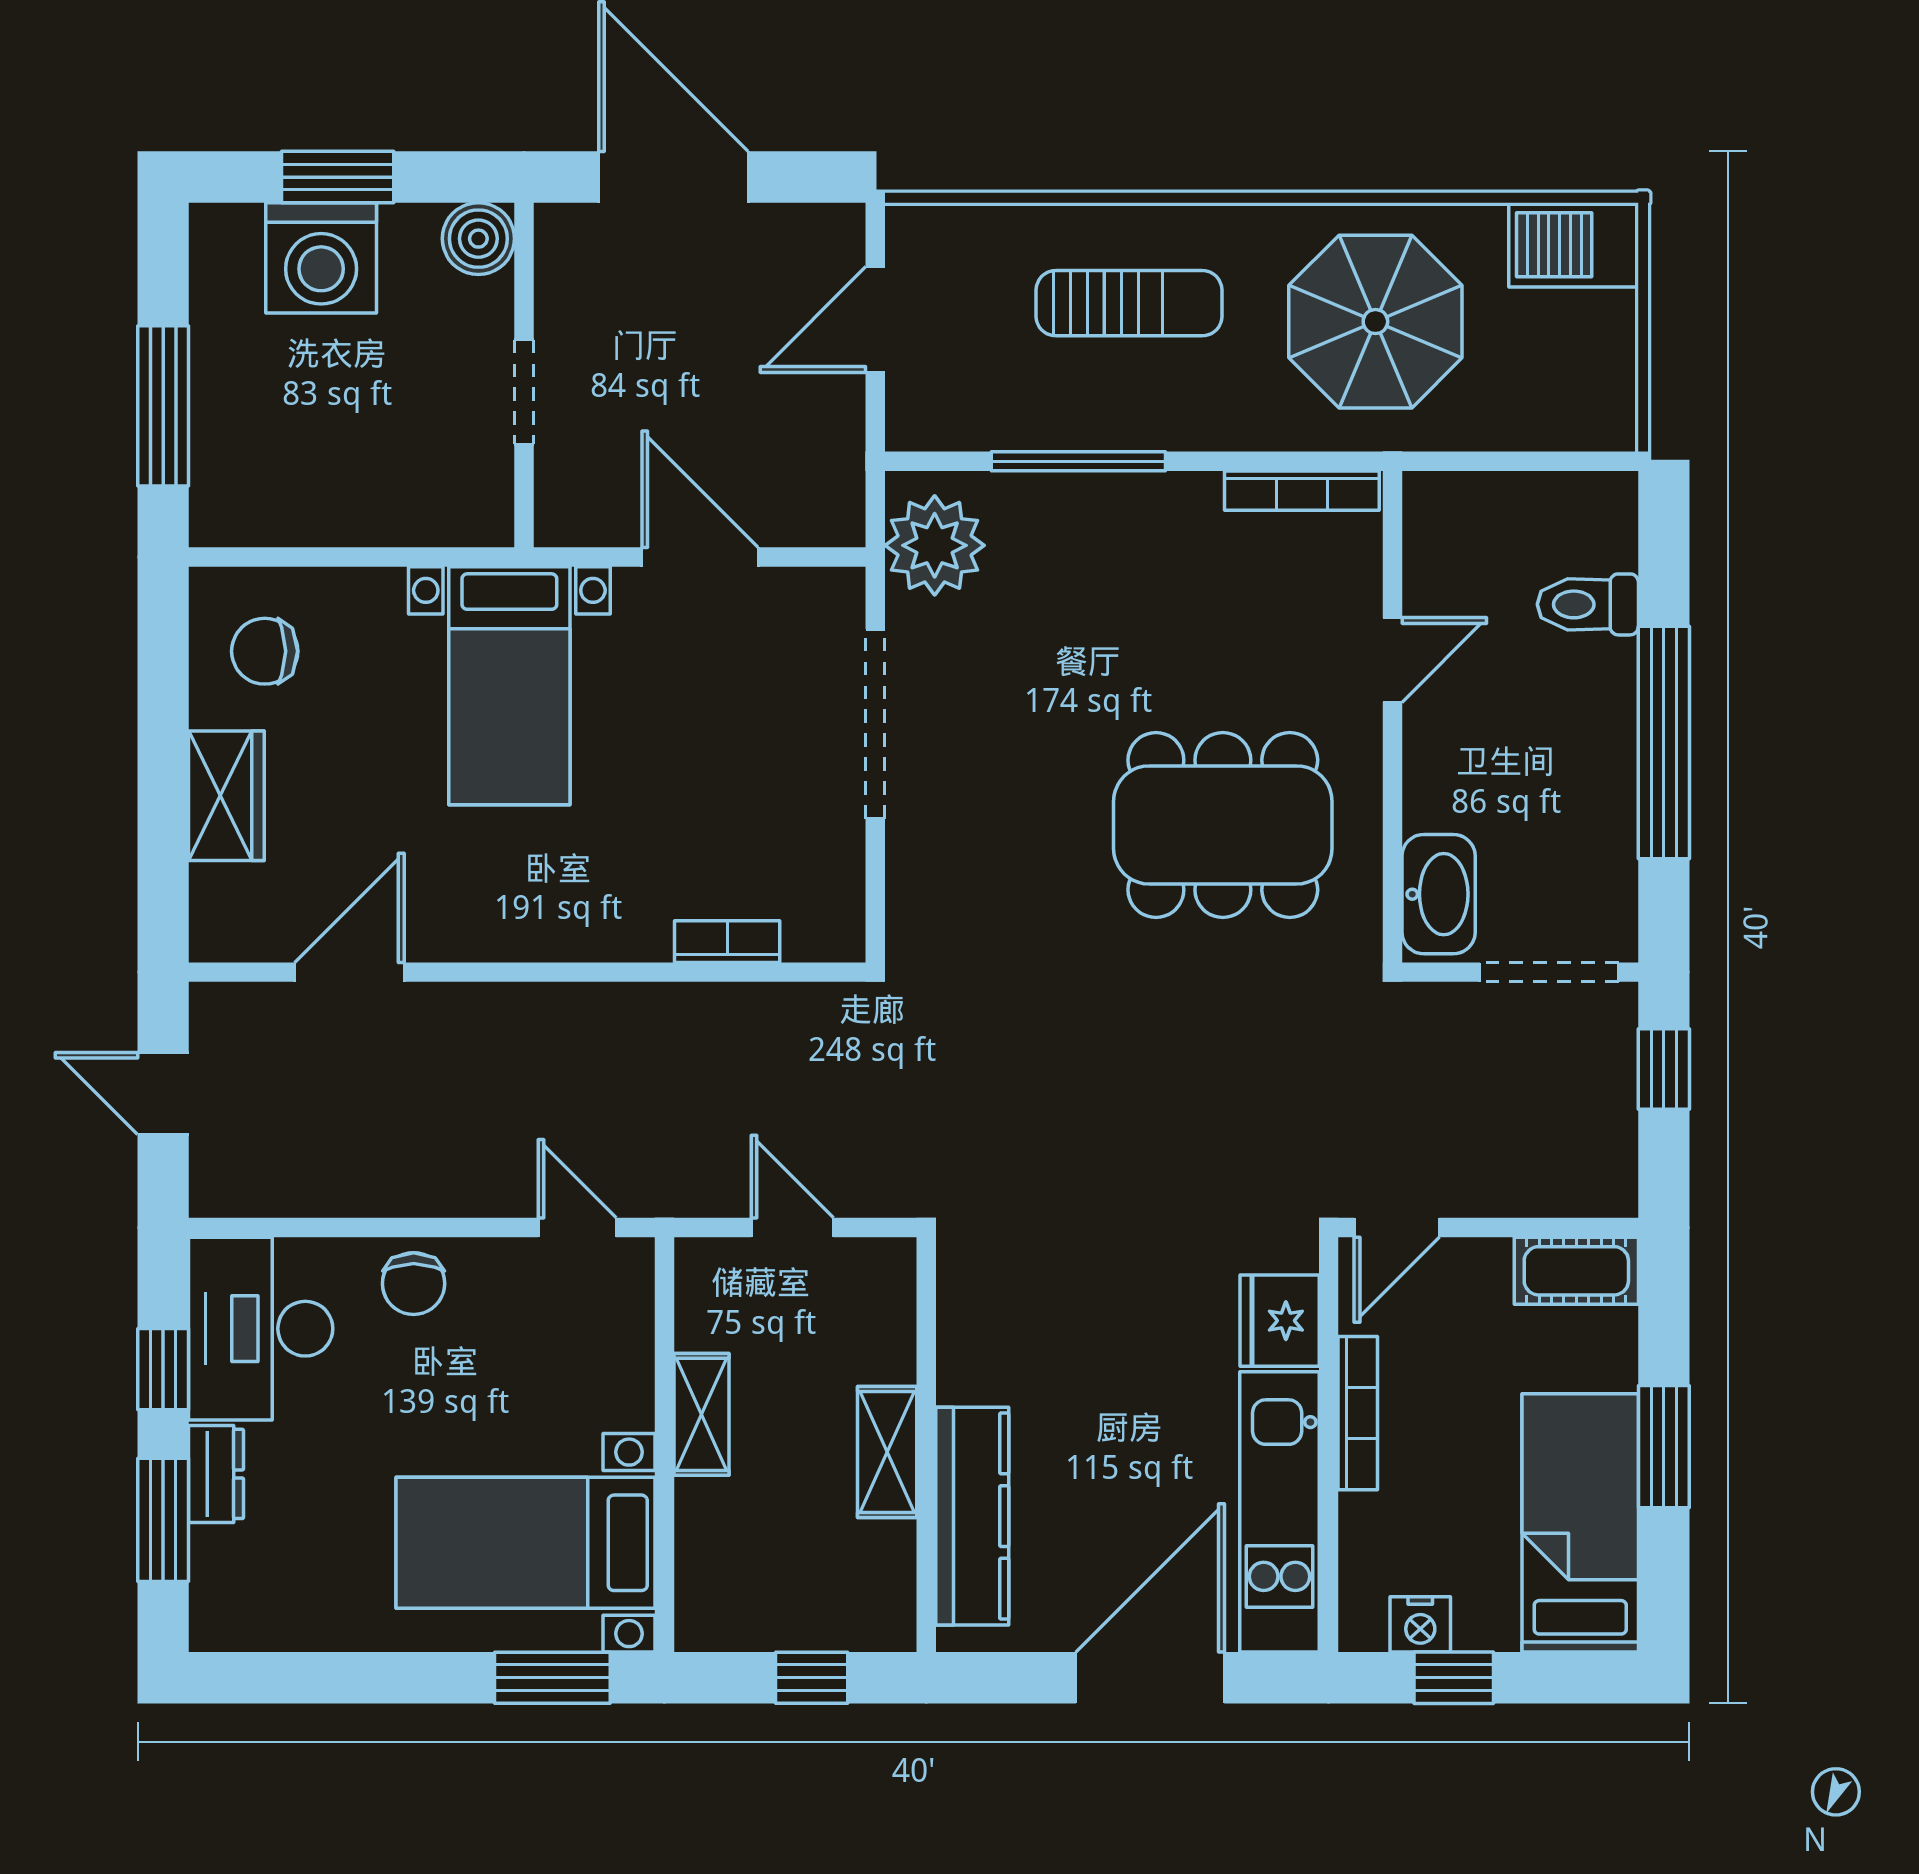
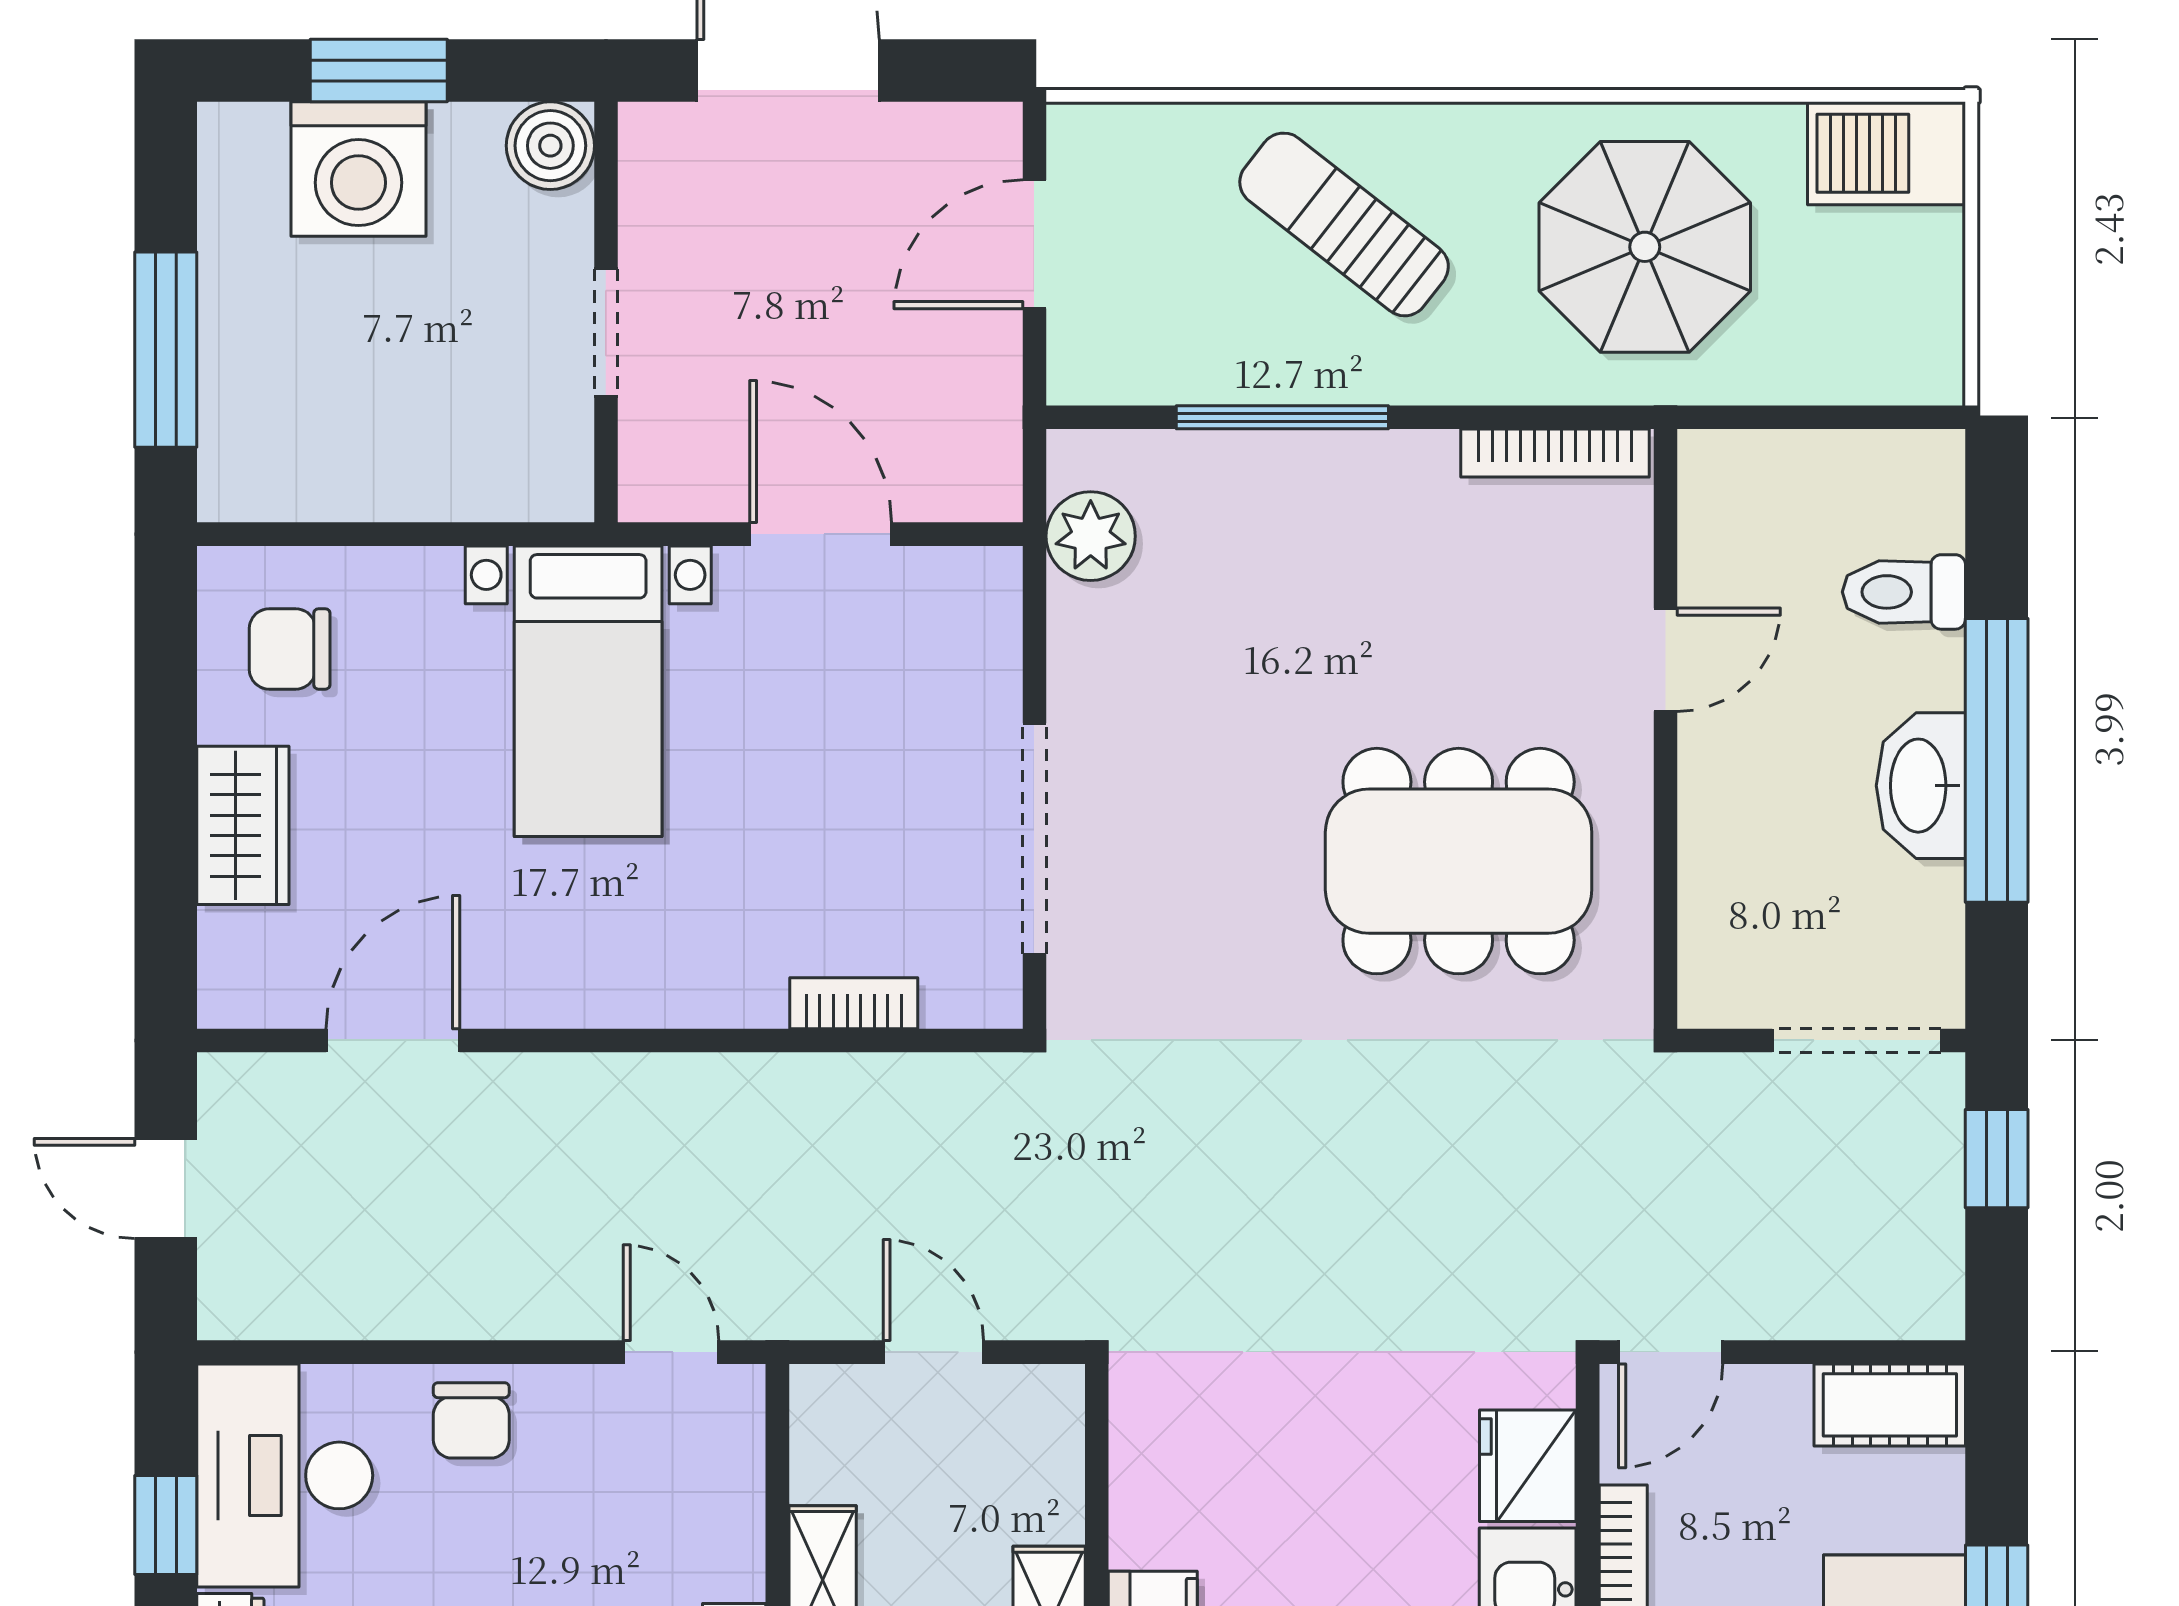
sun lounger: (1129, 303) -> (1344, 224), turned -142
plant: (935, 545) -> (1091, 536), width x0.73, depth x0.73
doorway: (875, 724) -> (1034, 839), moved
washbasin: (1439, 894) -> (1921, 786), moved, turned 180

